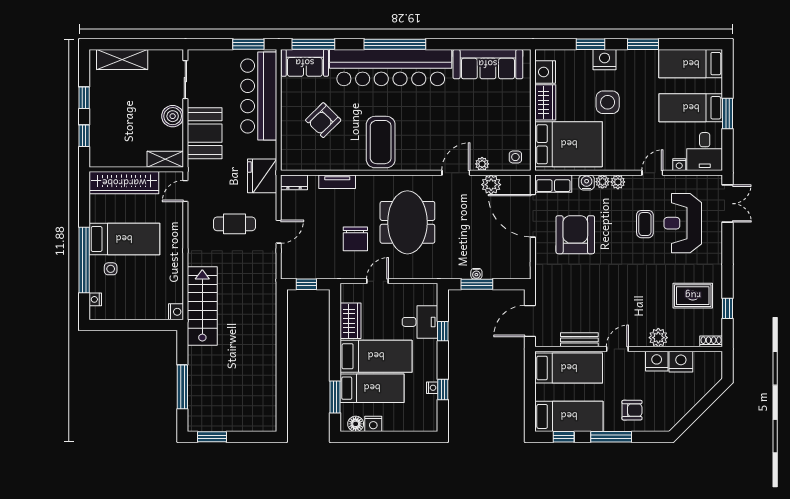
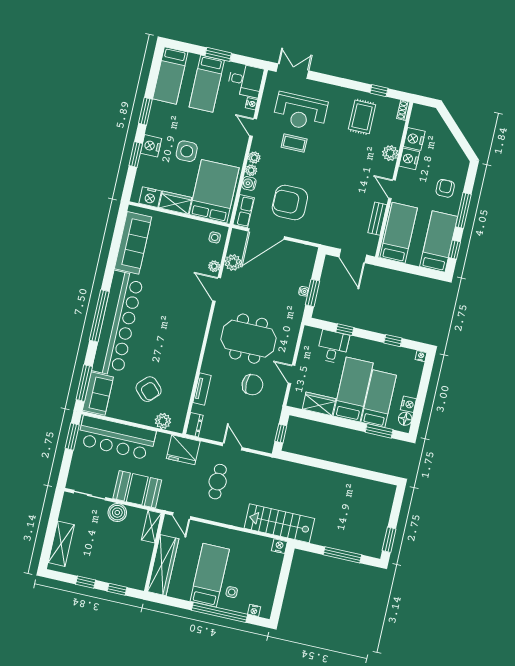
coffee table: (381, 142) -> (177, 346), removed
plant: (290, 145) -> (163, 421), added
nightstand: (432, 388) -> (421, 356), moved

